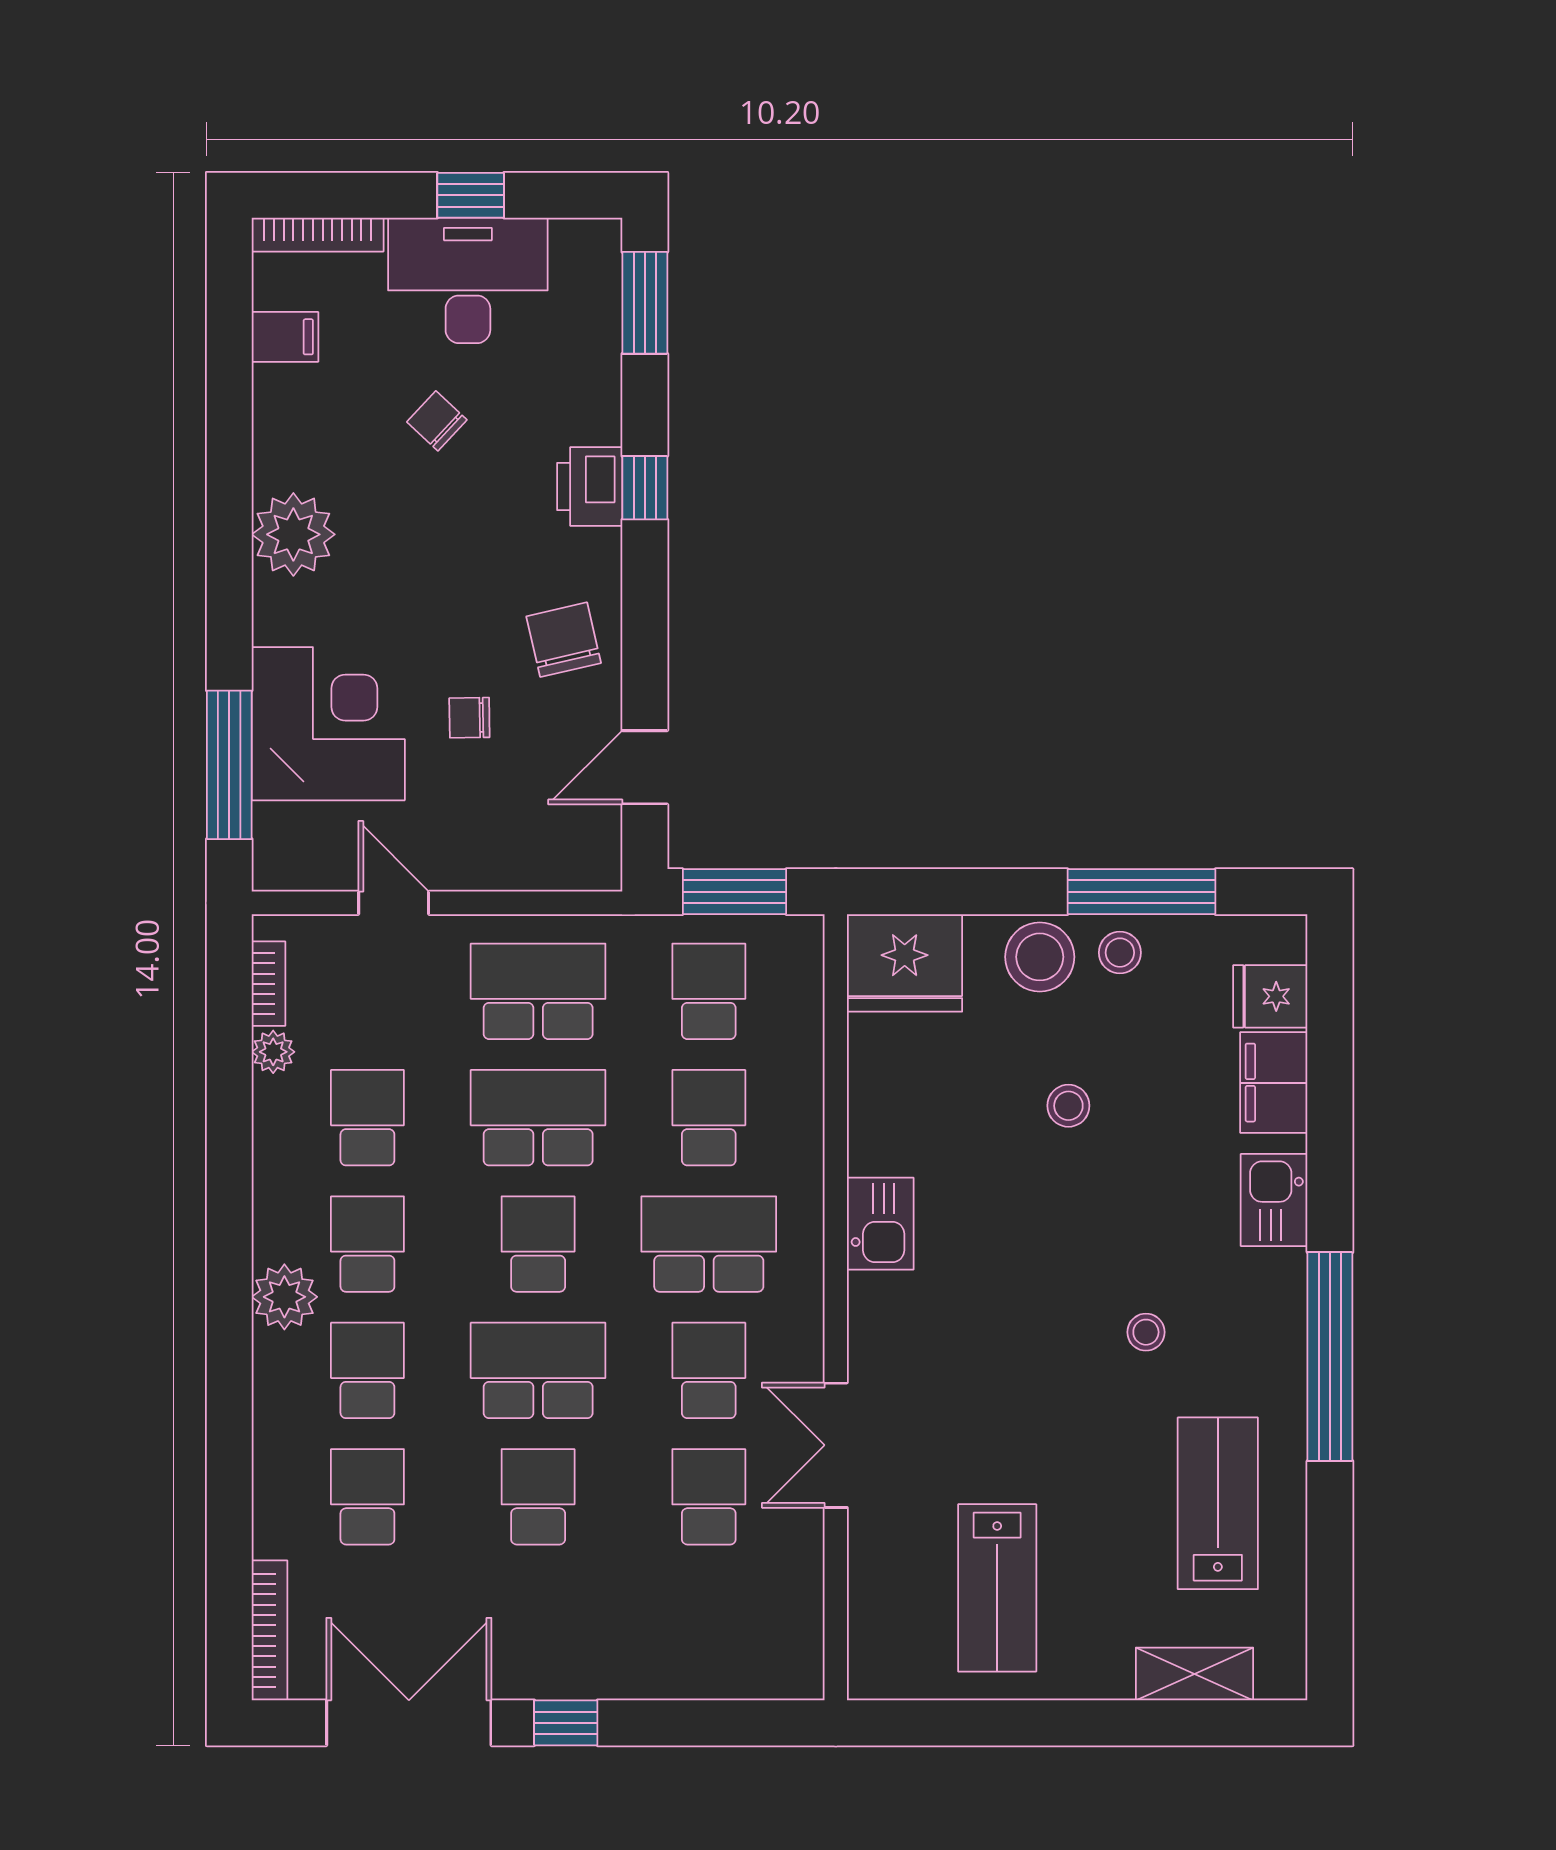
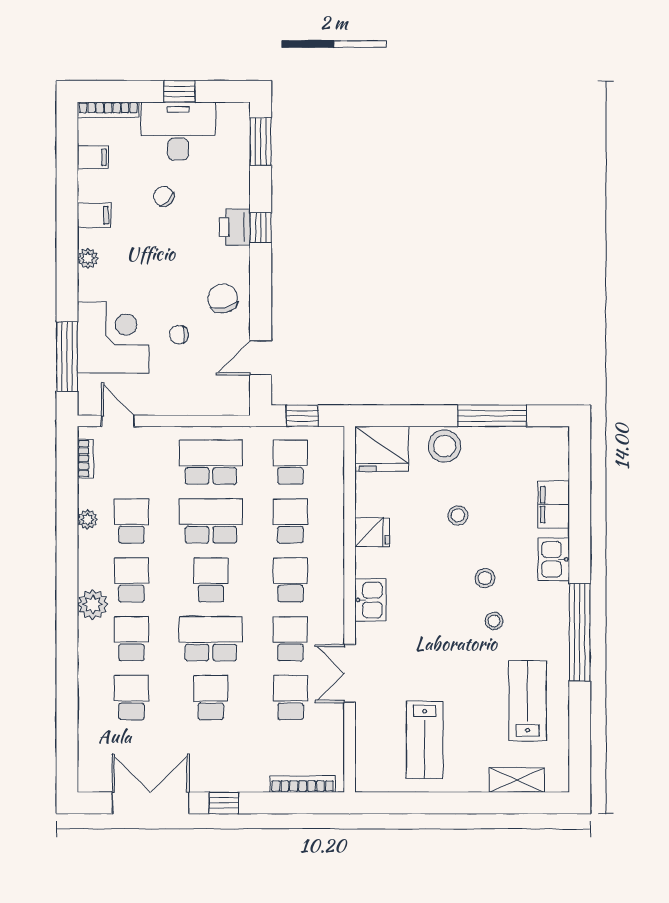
filing cabinet: (288, 461) -> (94, 215), added
plant: (293, 534) -> (88, 258), width x0.53, depth x0.53
window: (734, 892) -> (302, 416), width x0.67
door: (394, 903) -> (118, 421), moved
stool: (1120, 953) -> (485, 578), moved
fridge: (1270, 996) -> (372, 532), moved, turned 180
plant: (273, 1052) -> (87, 519), moved
kitchen sink: (880, 1224) -> (370, 600), moved
school desk: (709, 1244) -> (290, 580), width x0.54
bookcase: (270, 1630) -> (303, 784), moved, turned -90

